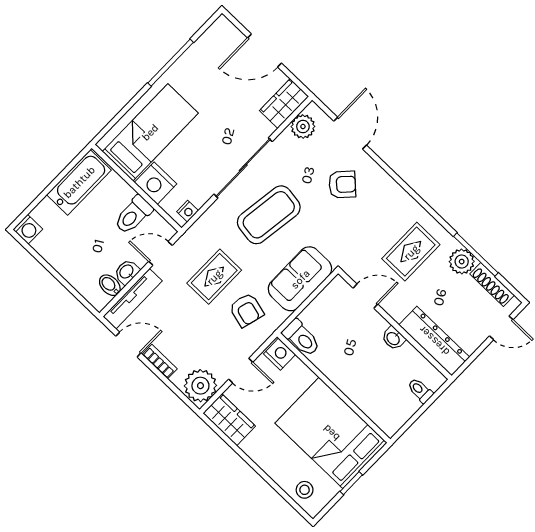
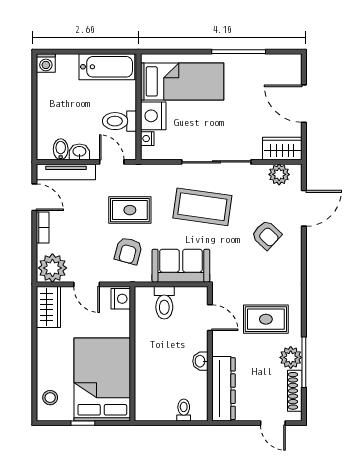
nightstand: (188, 211) -> (147, 139), moved, turned 90
toilet: (301, 338) -> (164, 303), moved

